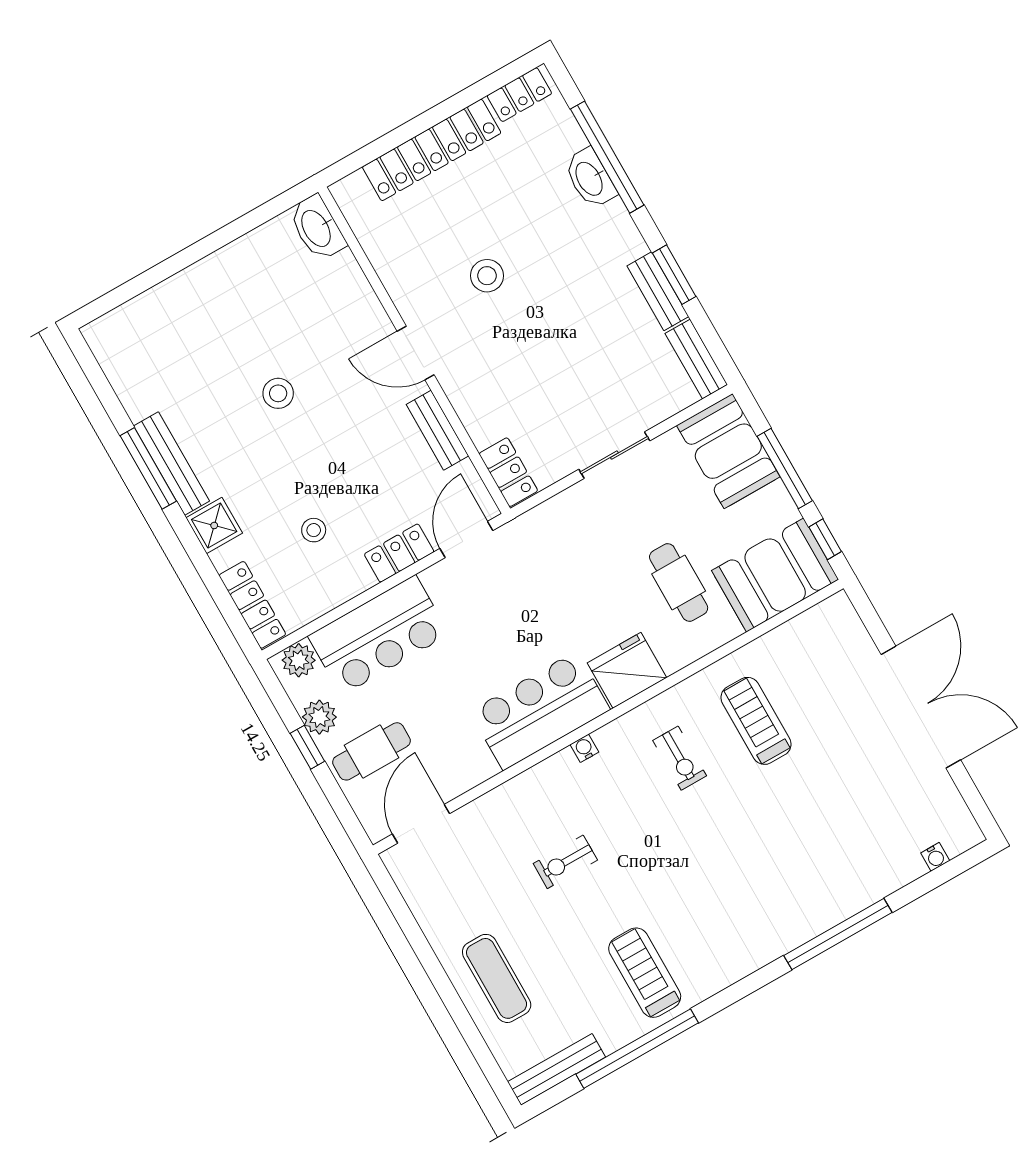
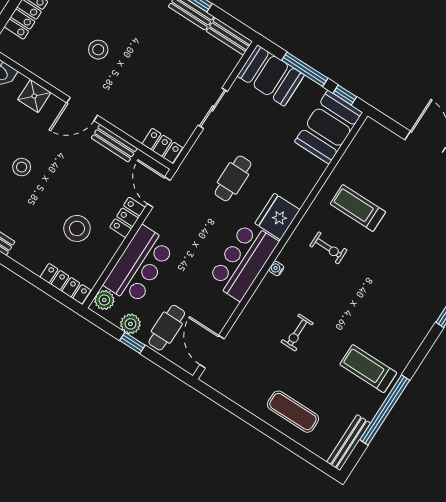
shower: (214, 525) -> (34, 96), moved
stool: (314, 530) -> (77, 228), width x1.89, depth x1.89
cafe table: (679, 582) -> (233, 178), moved, turned 90

